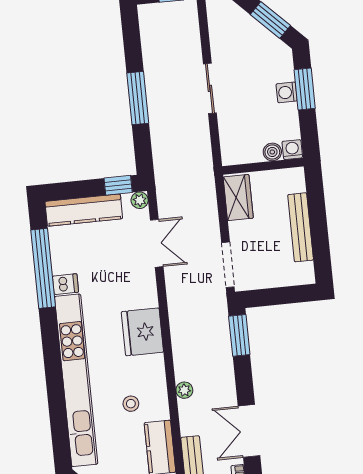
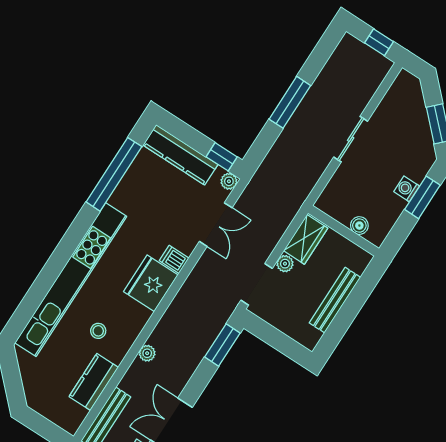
washing machine: (292, 150) -> (376, 236), removed
plant: (237, 230) -> (285, 264), added
dishwasher: (66, 284) -> (174, 259), moved, turned 180

